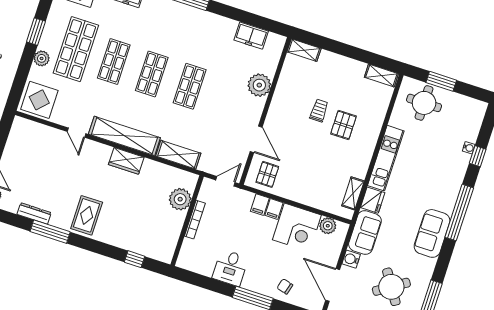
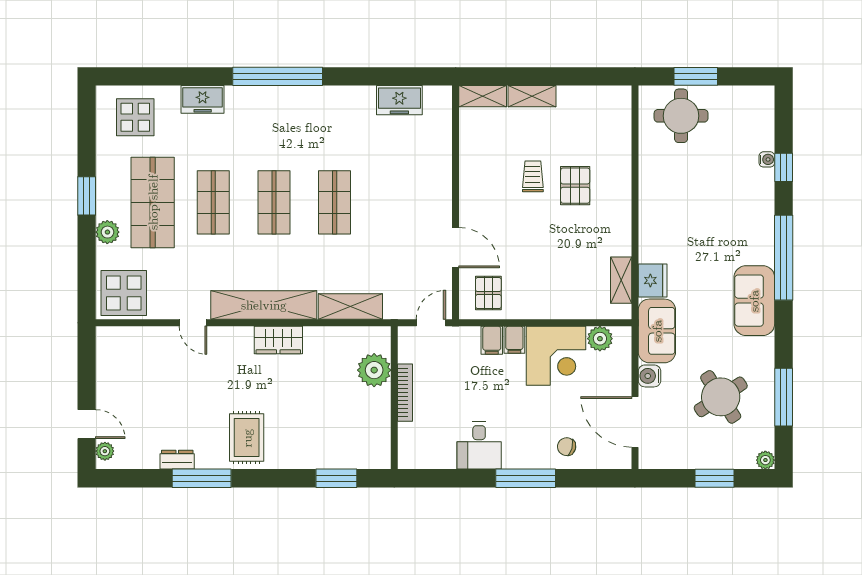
shelving: (381, 75) -> (532, 96), moved
plant: (259, 85) -> (435, 168), removed
kitchen unit: (386, 158) -> (652, 214), removed
dresser: (34, 213) -> (177, 460), width x0.70
window: (134, 259) -> (336, 478), width x1.50

